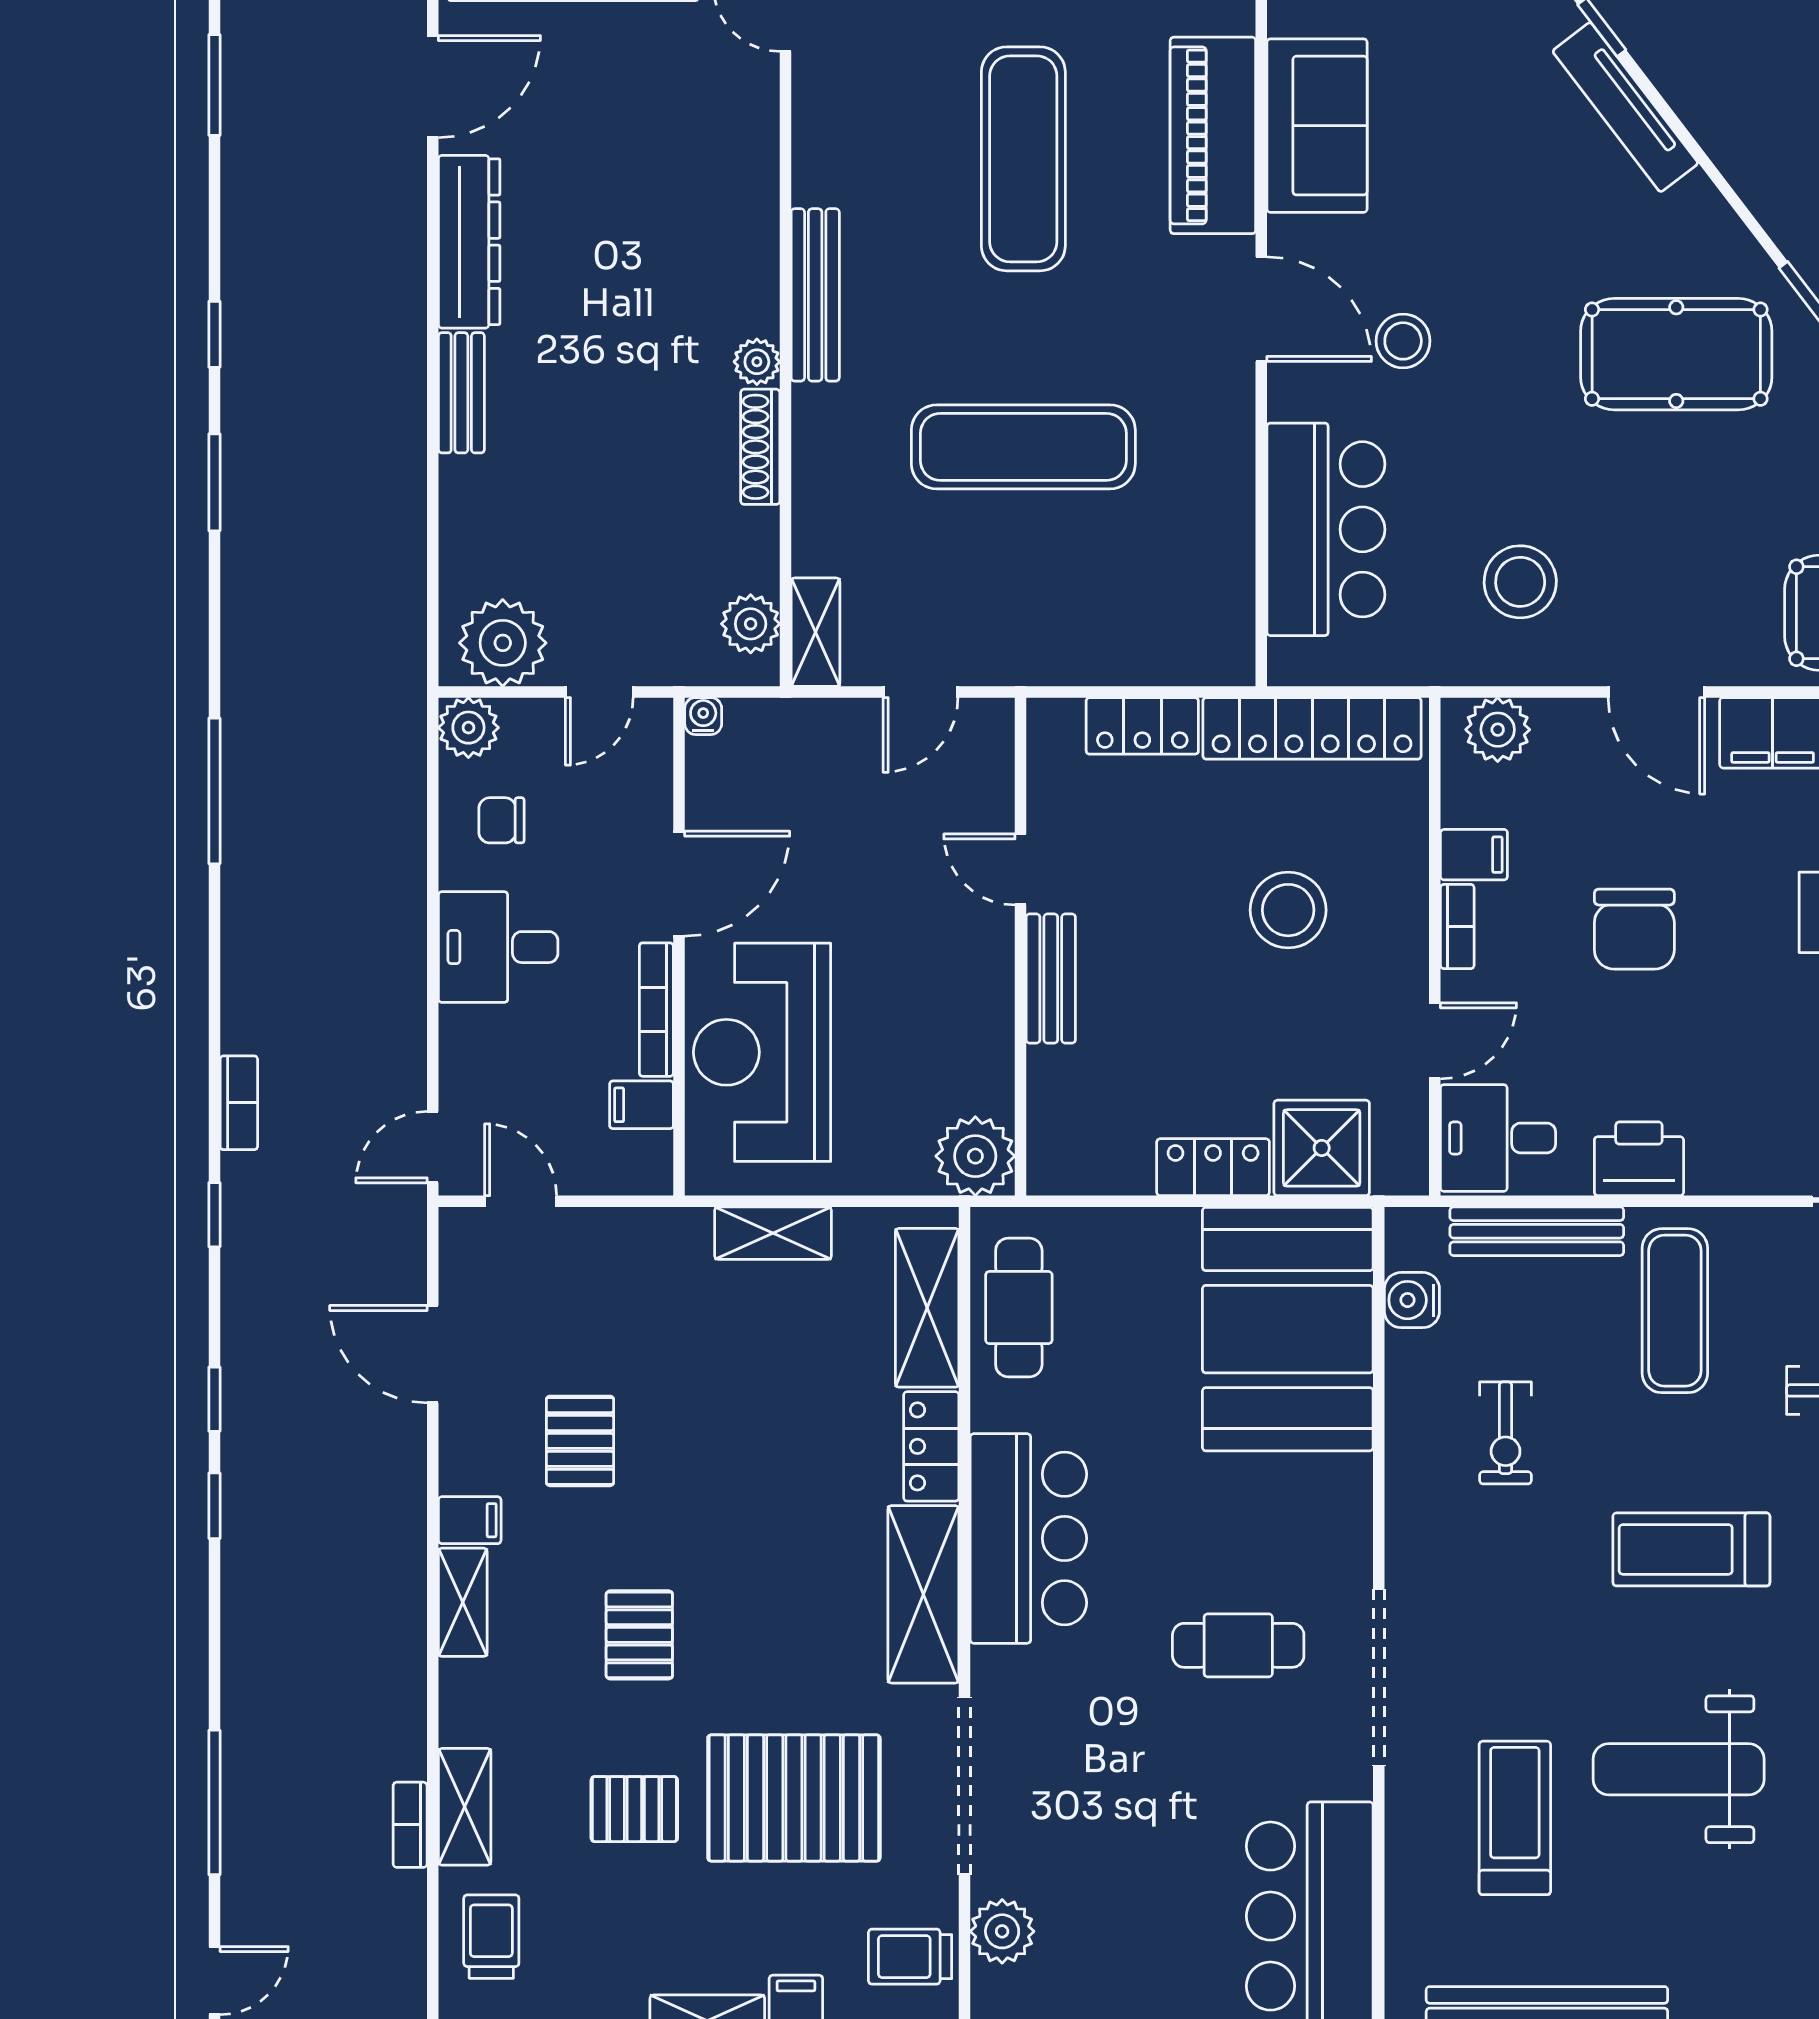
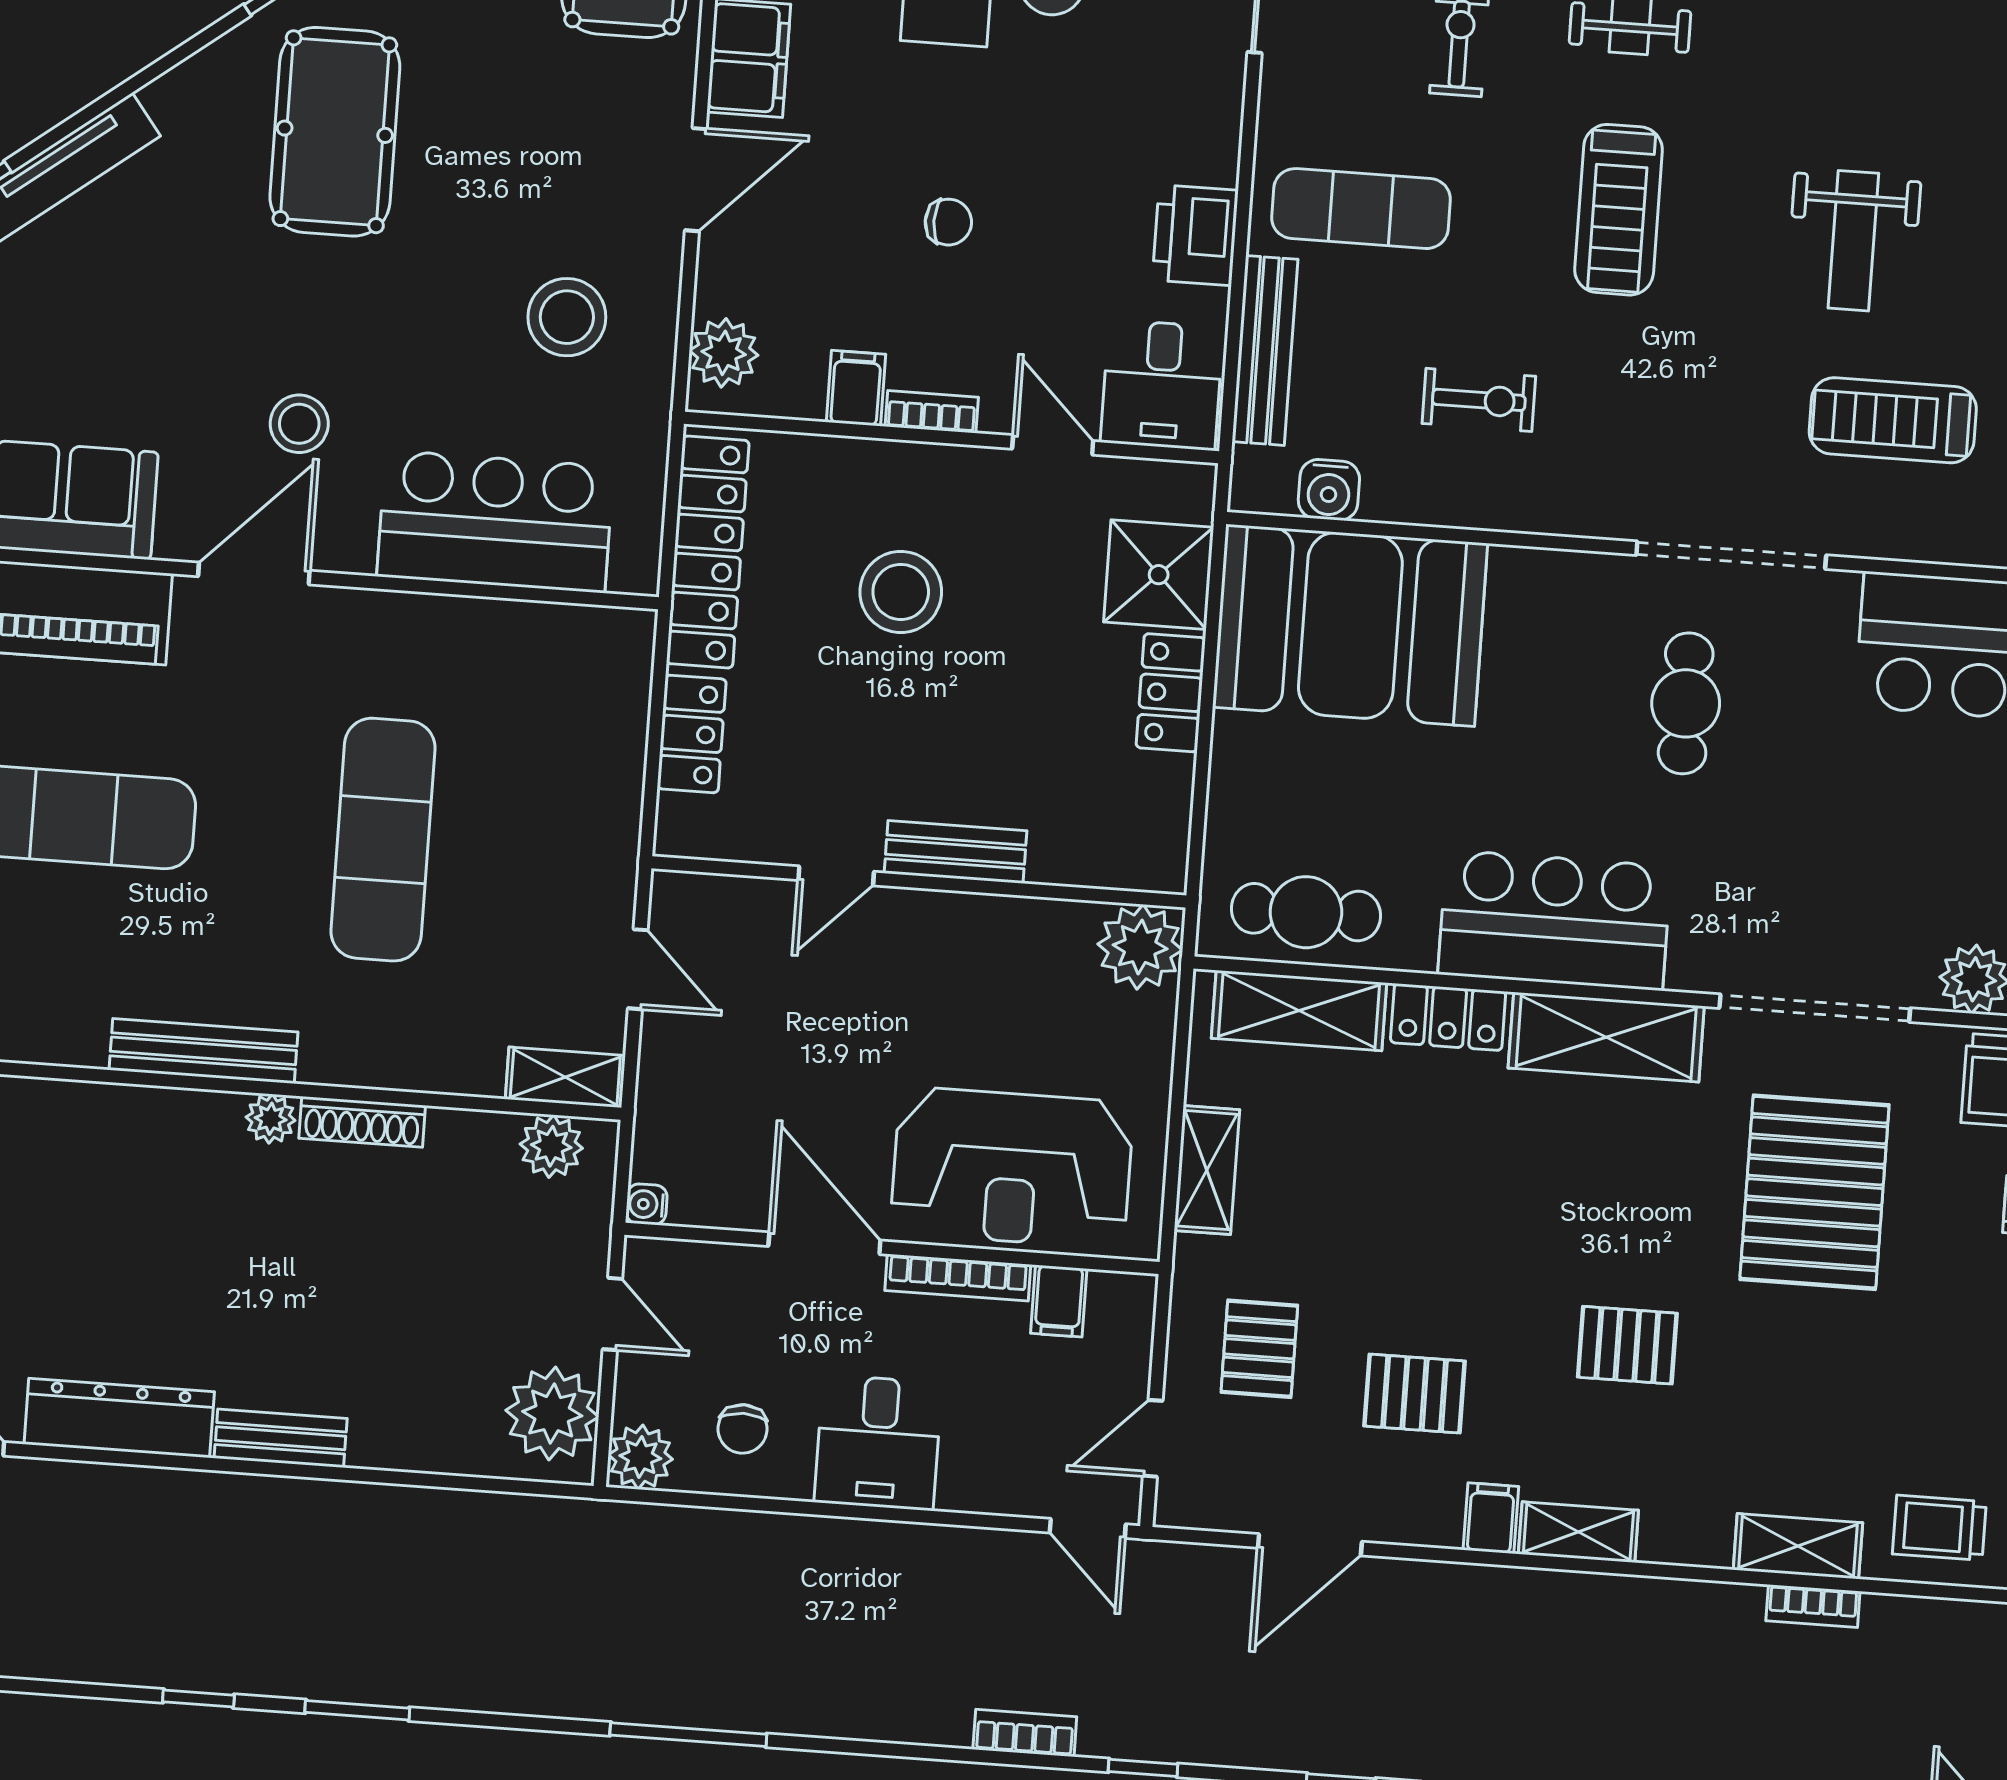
chair: (1634, 929) -> (948, 222), width x0.54, depth x0.54
weight bench: (1679, 1769) -> (1853, 241), width x0.73, depth x0.75
pallet: (634, 1809) -> (1259, 1349), moved

